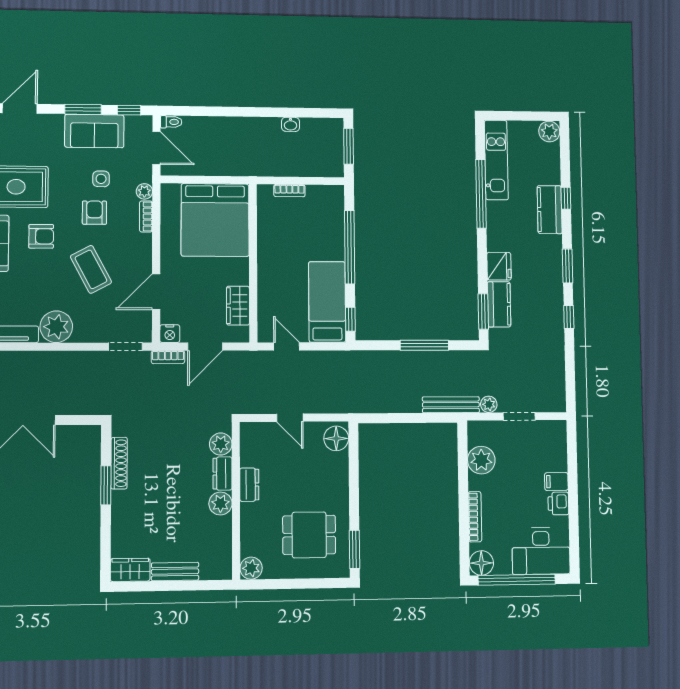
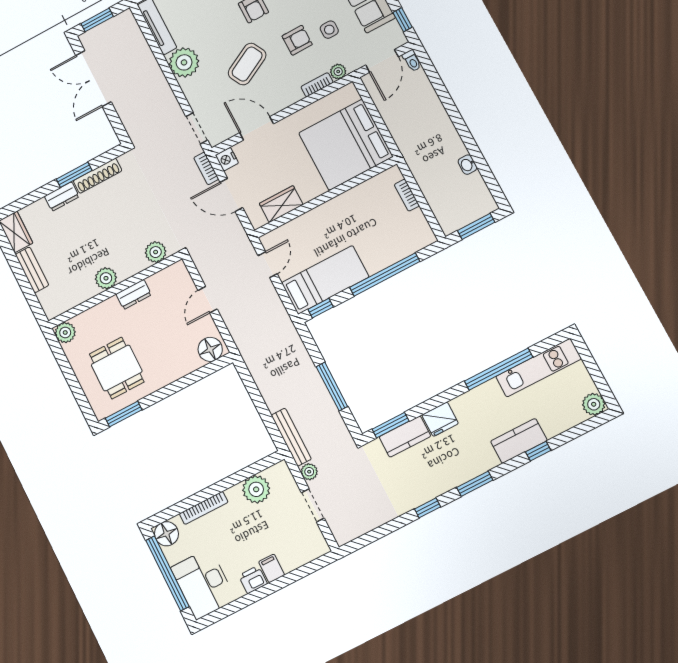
dresser: (223, 474) -> (62, 197), moved, turned 180

